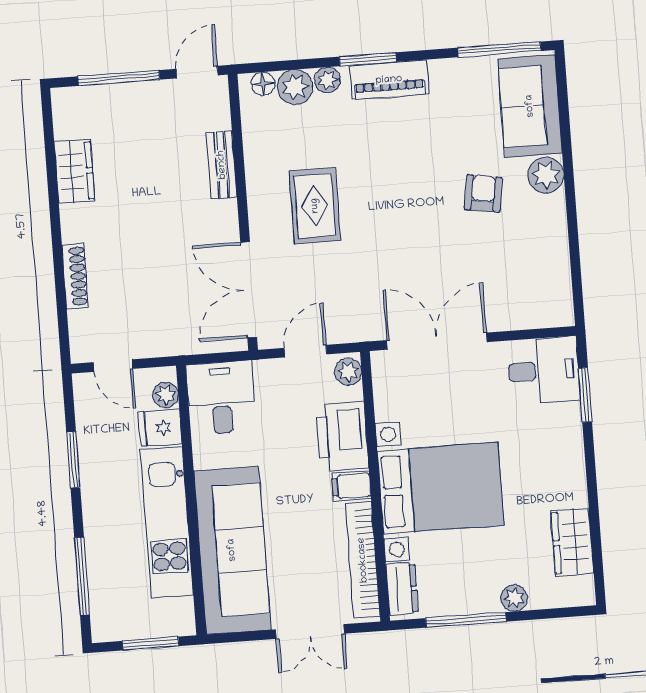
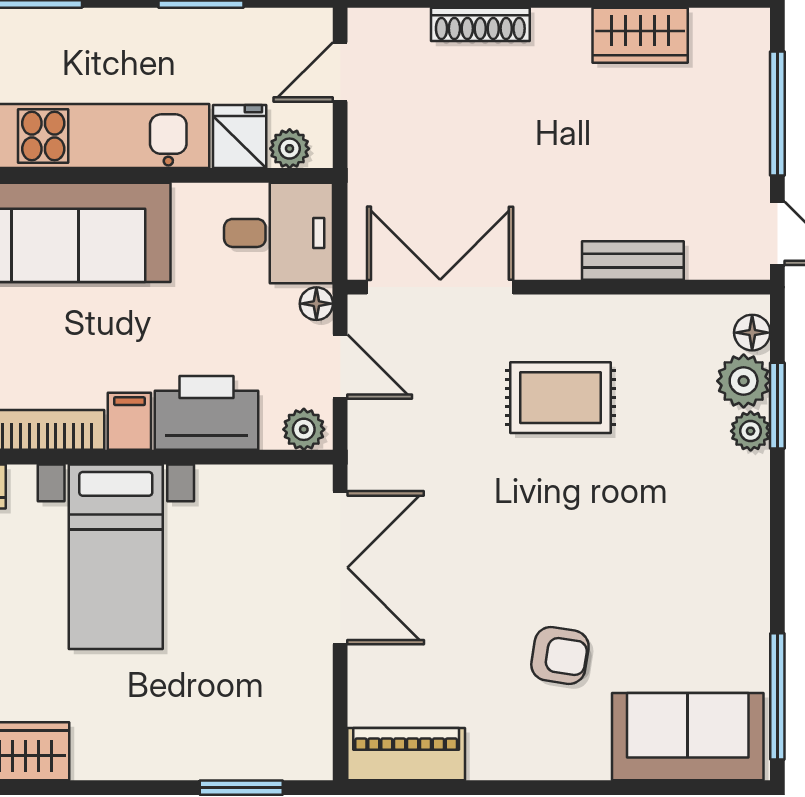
window: (368, 59) -> (777, 406), moved
piano: (389, 80) -> (406, 754), moved, turned 90
plant: (546, 175) -> (581, 753), removed
floor lamp: (266, 370) -> (316, 304), added
desk: (544, 370) -> (283, 727), removed
bed with nightstands: (441, 488) -> (116, 557), width x0.73

